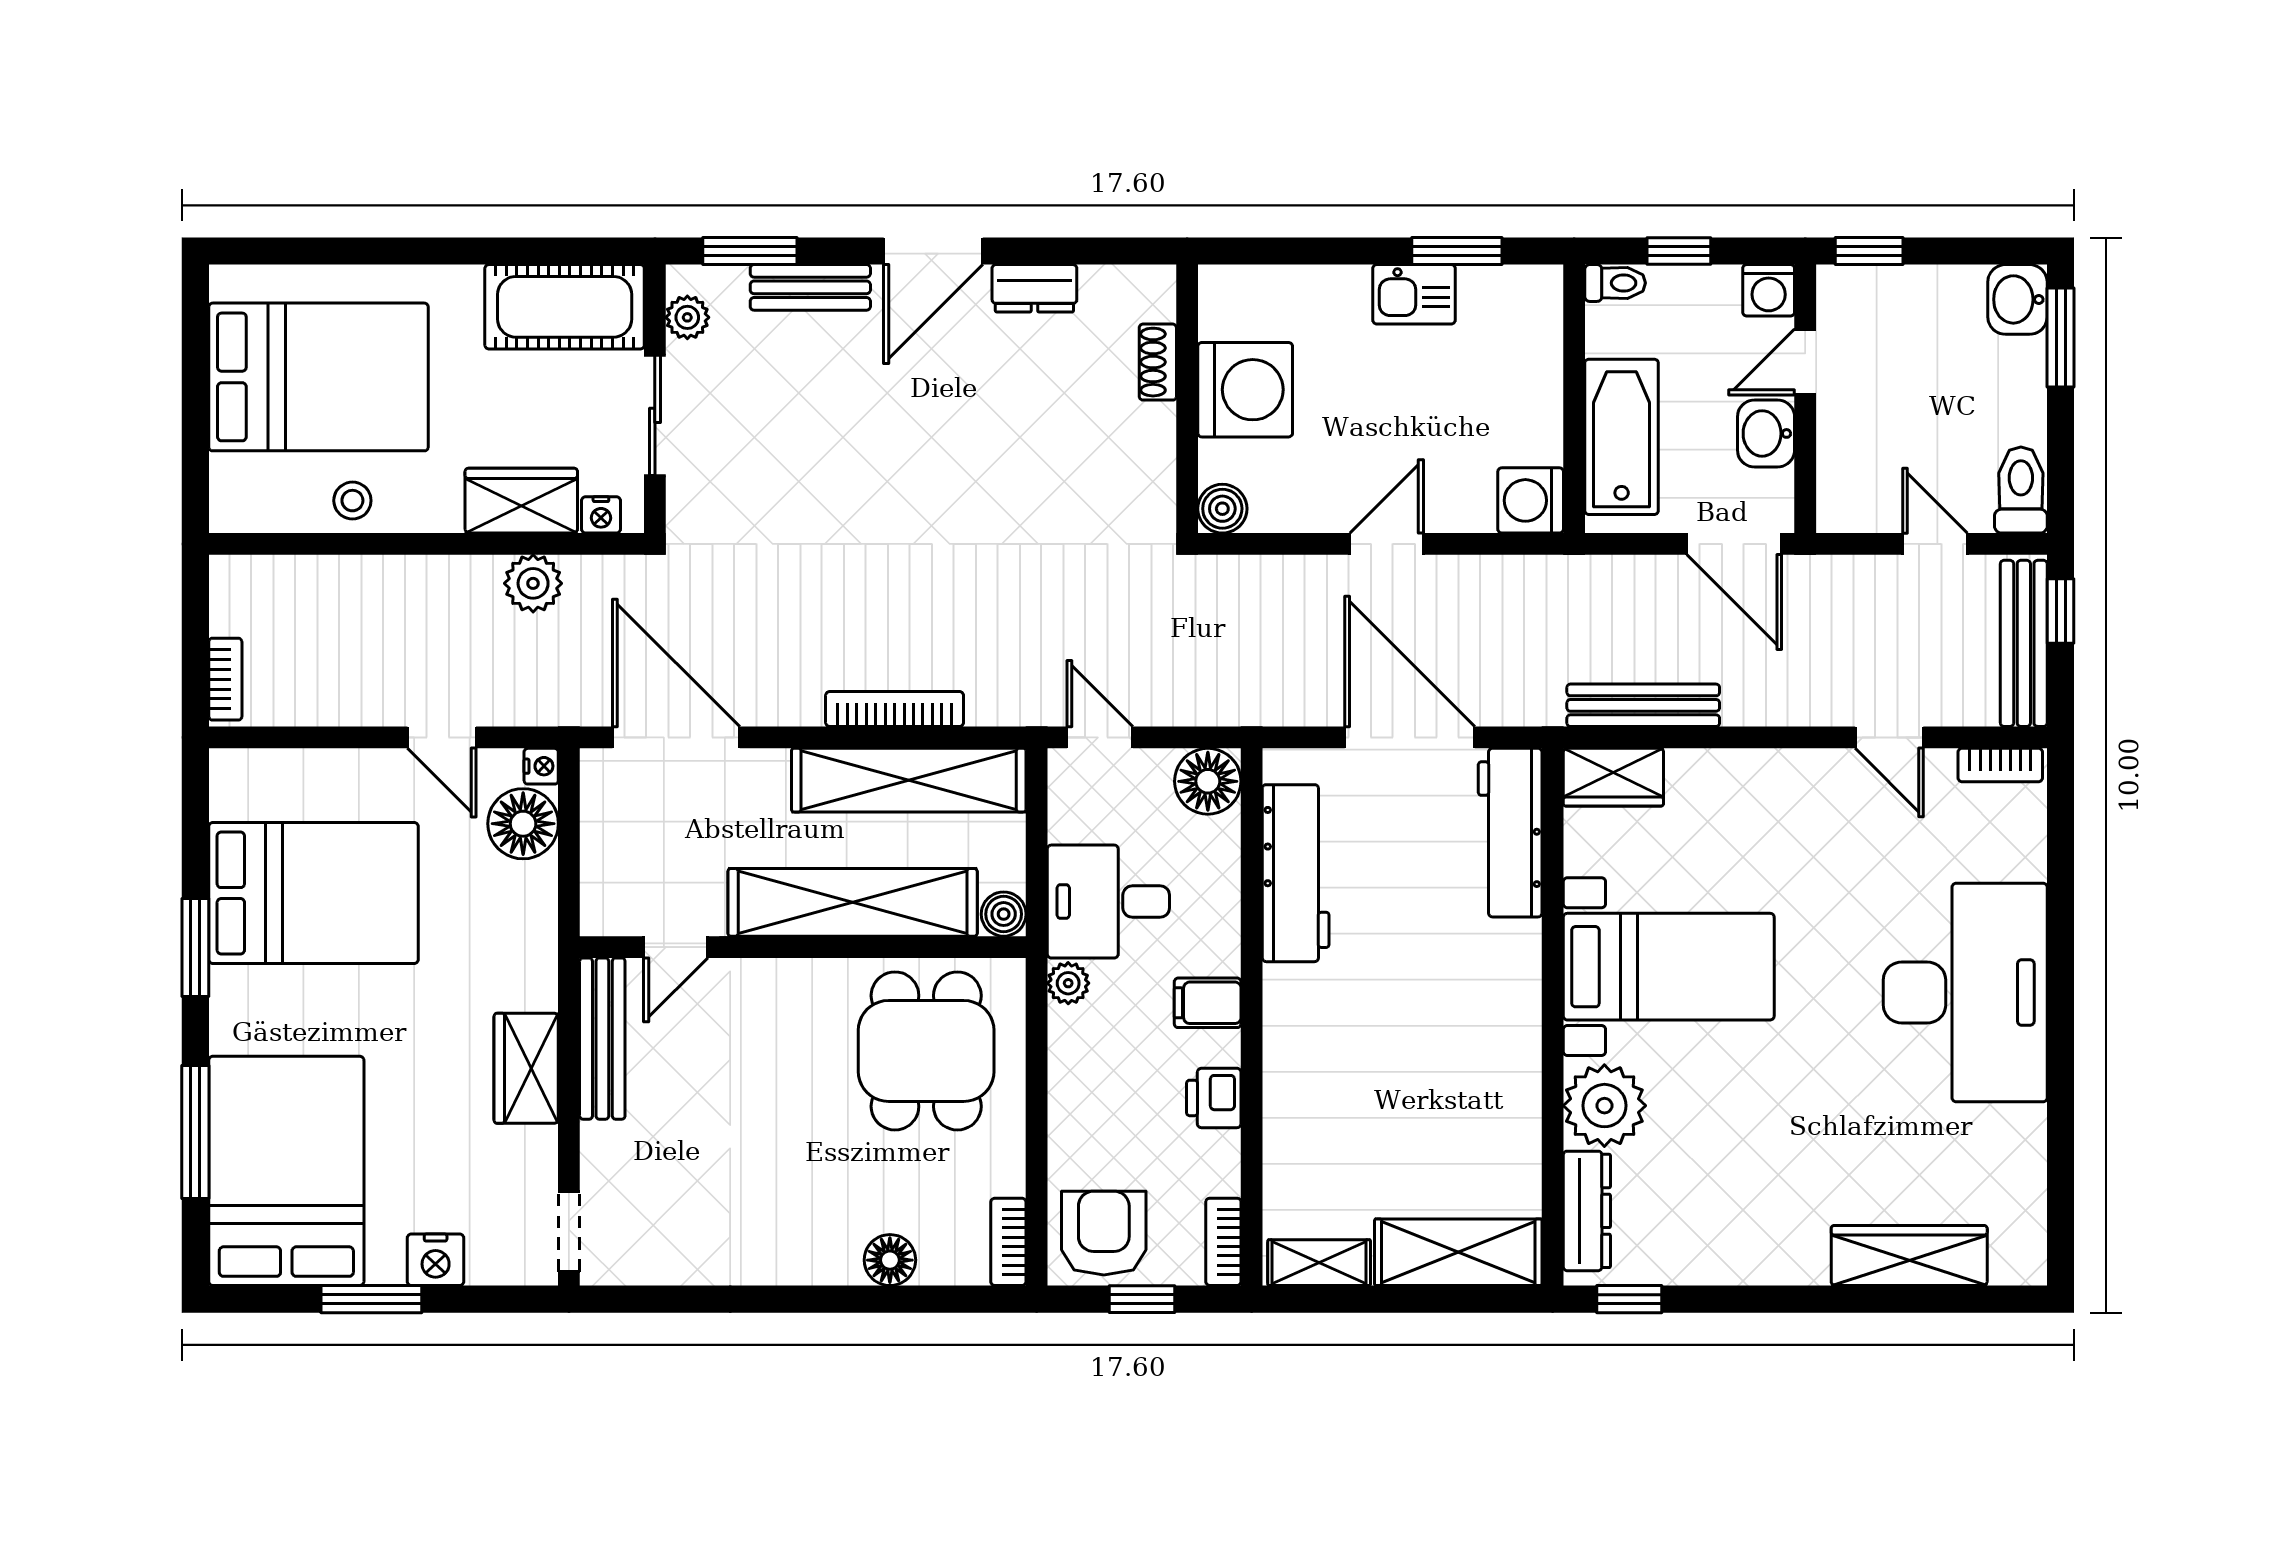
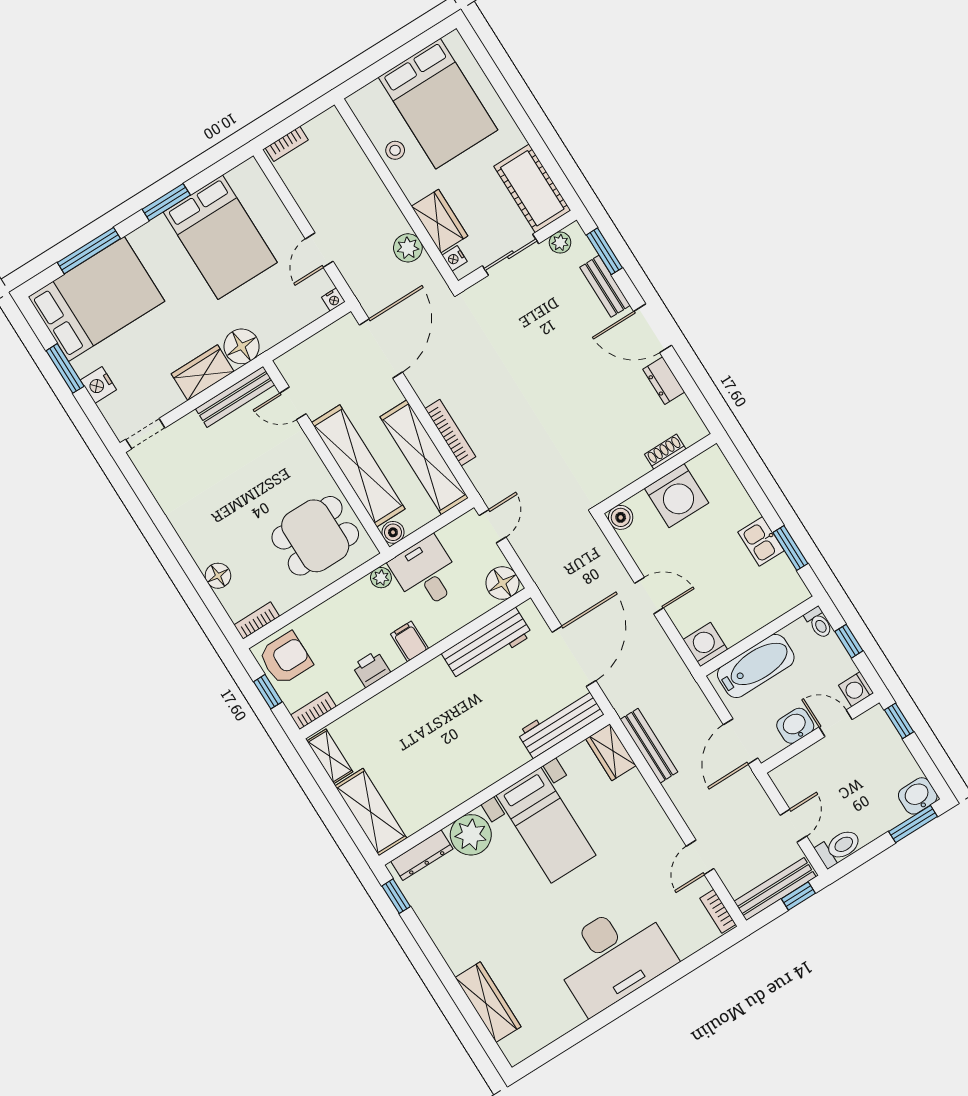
floor lamp: (523, 824) -> (242, 346), moved

